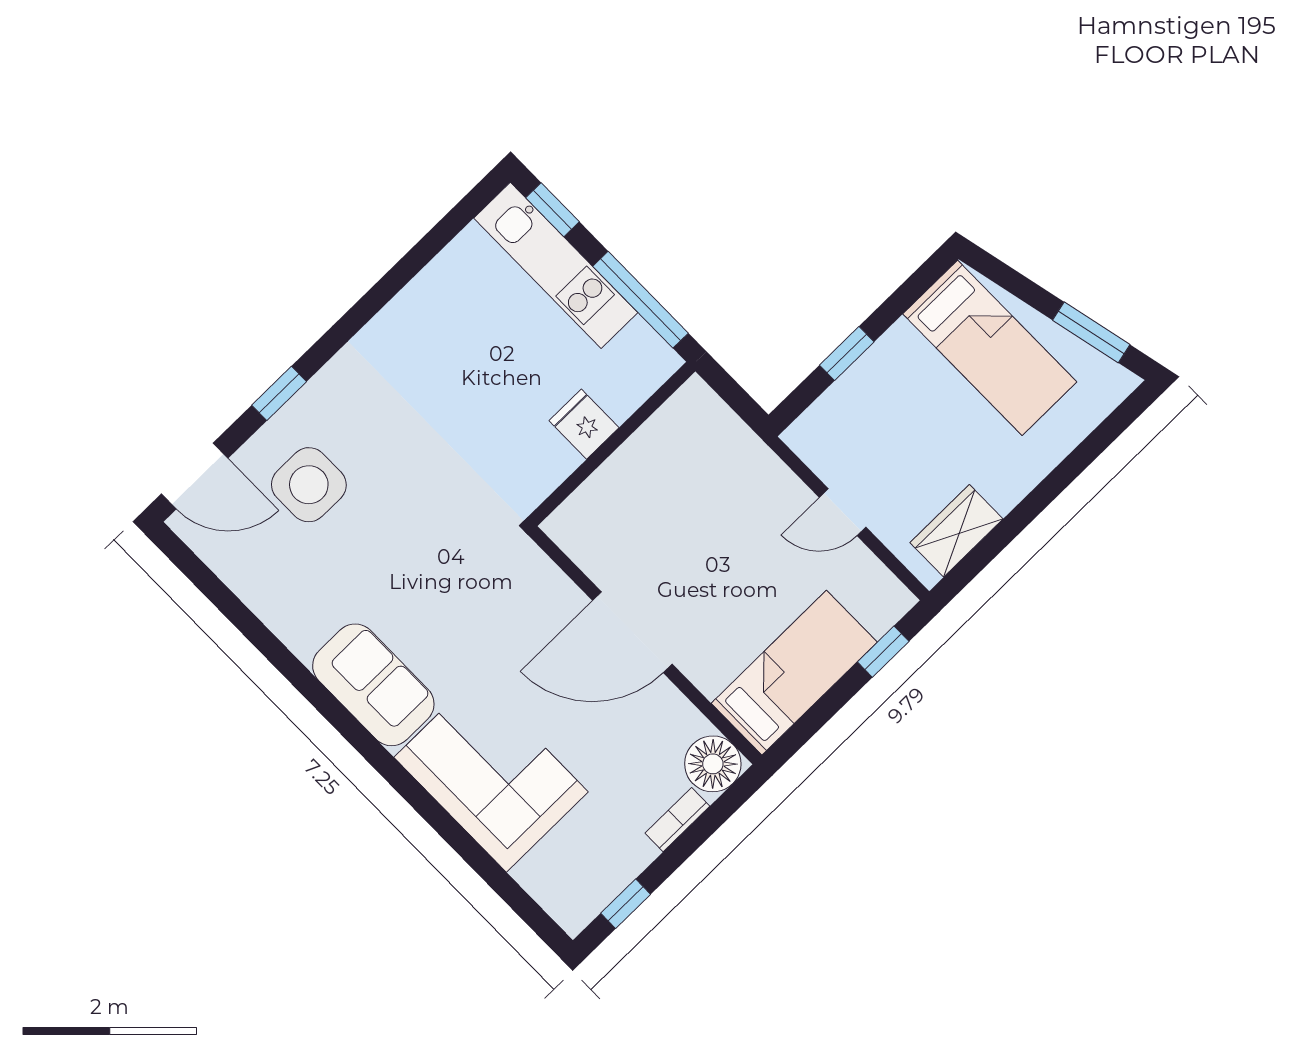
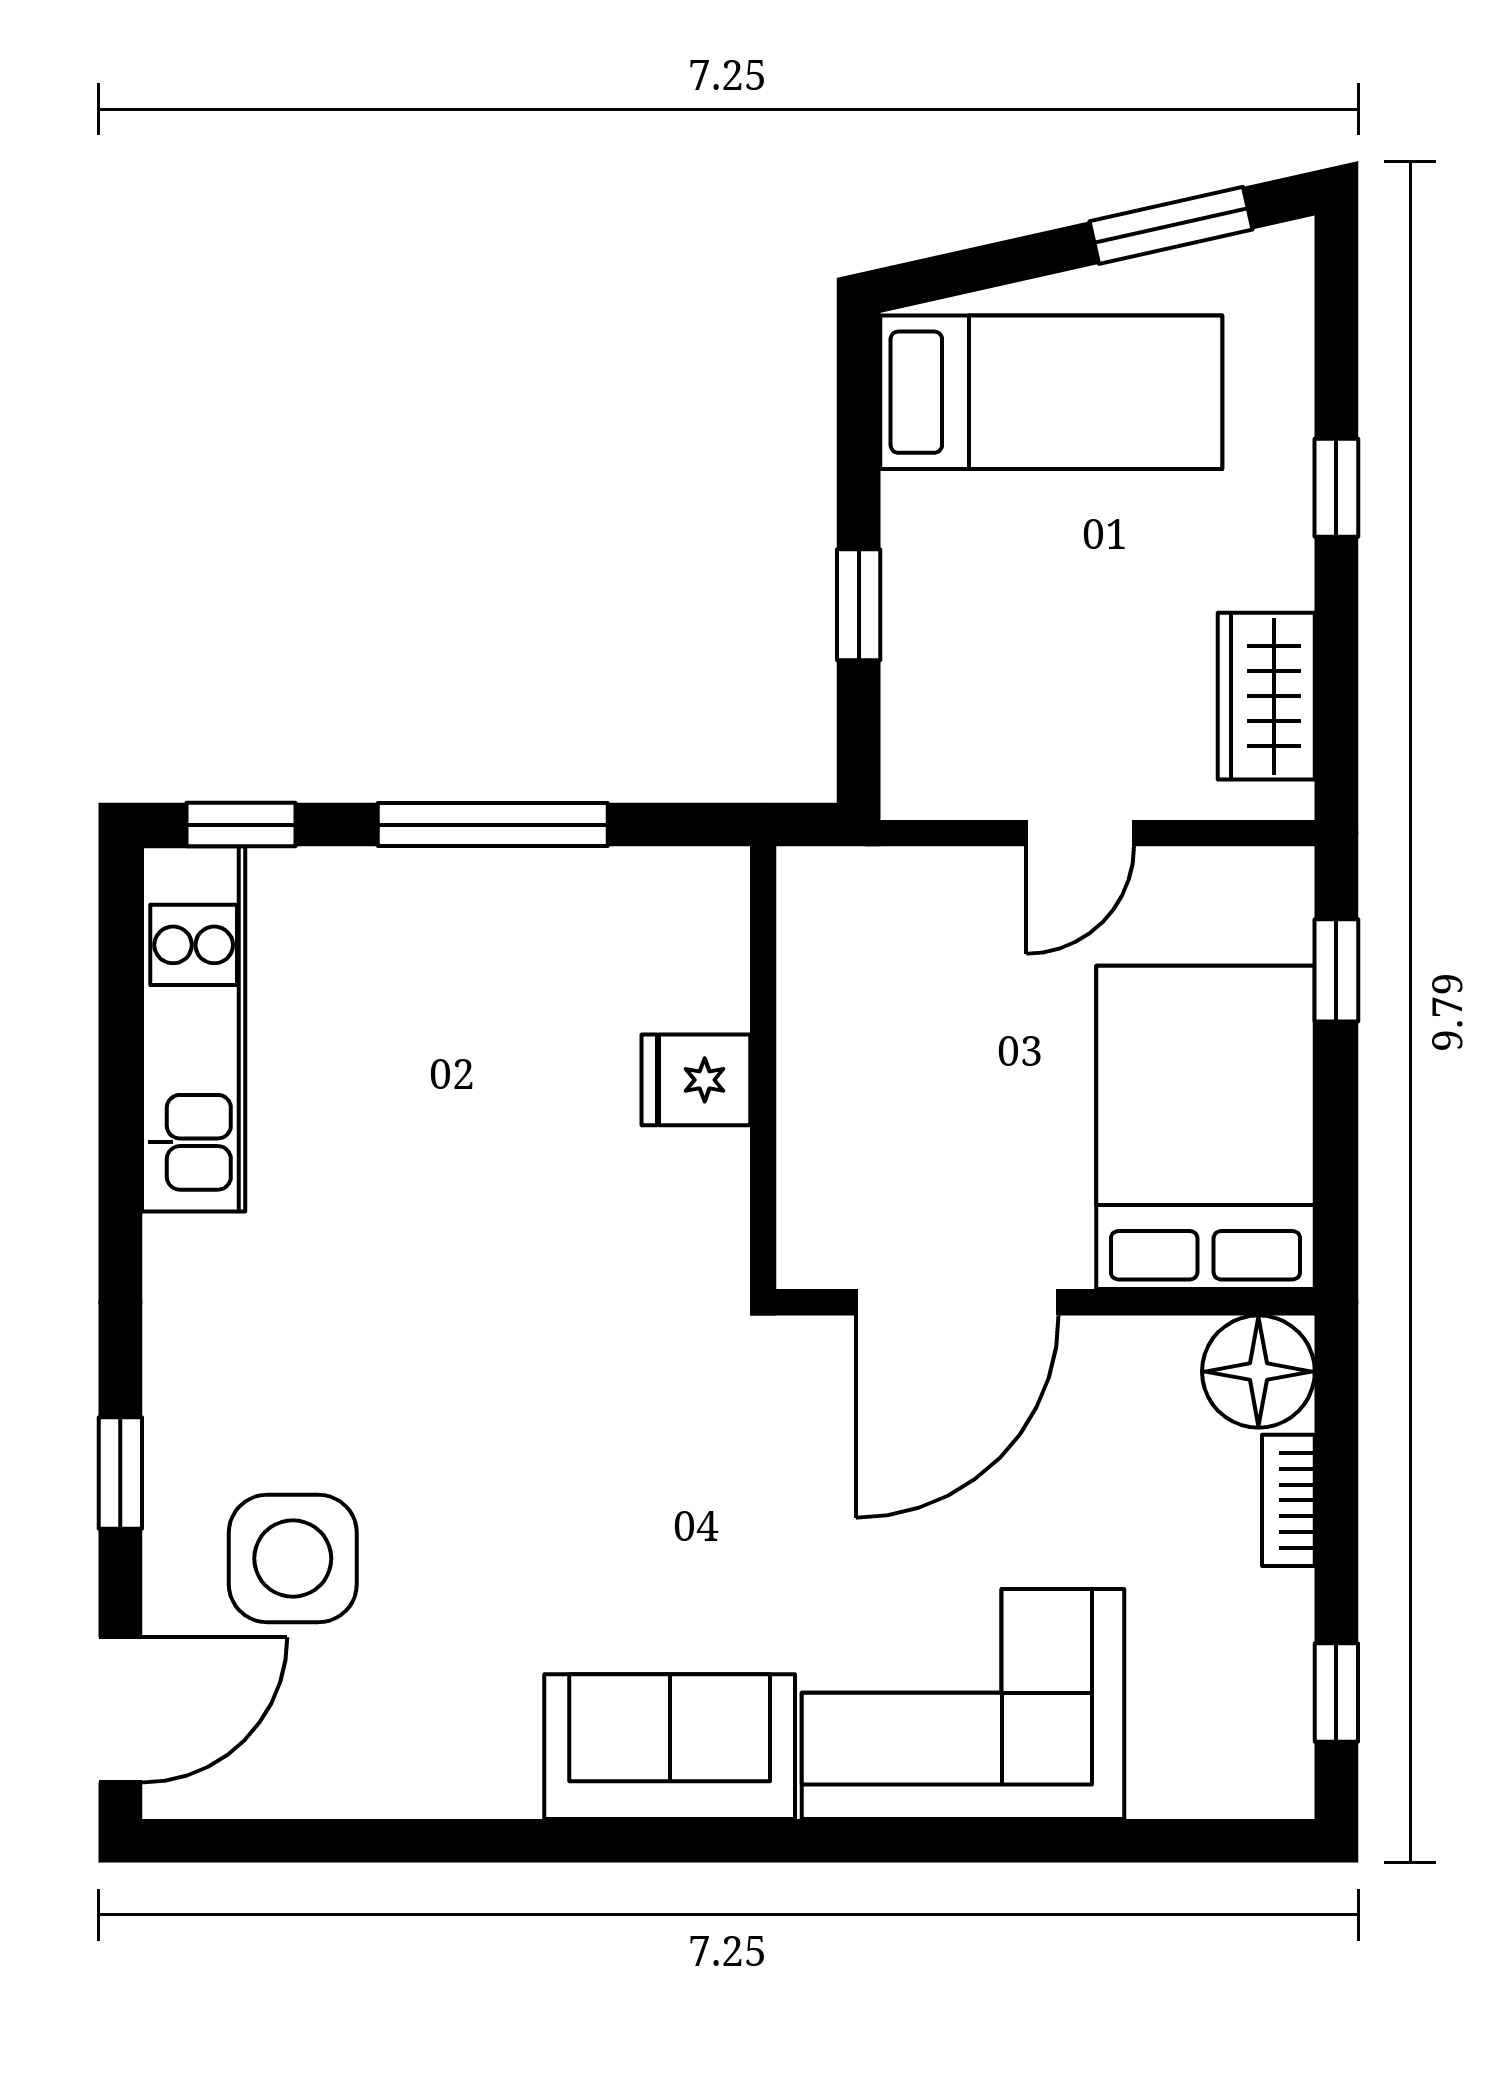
kitchen unit: (556, 265) -> (194, 1029), moved, turned -90
fridge: (584, 424) -> (696, 1080), moved
wall: (612, 444) -> (763, 1068), moved
window: (1055, 483) -> (1336, 488), added
bed: (794, 673) -> (1206, 1127), width x1.50

